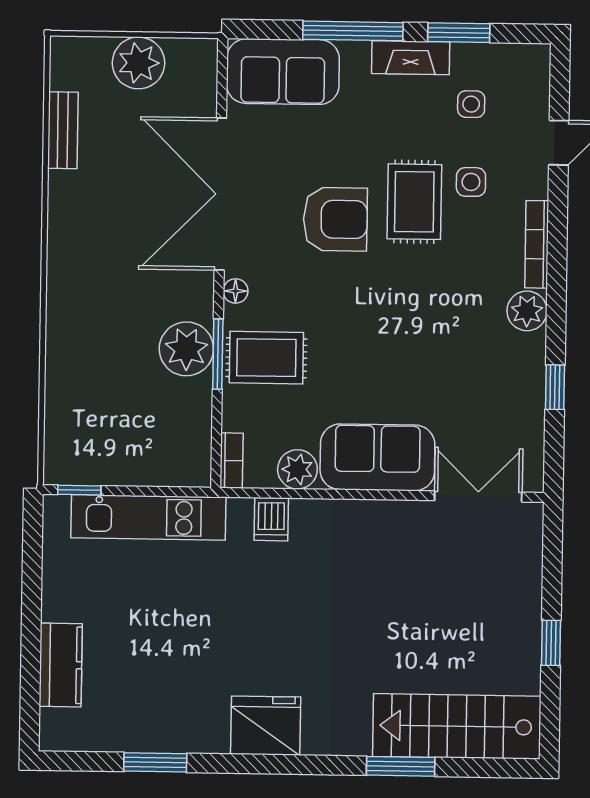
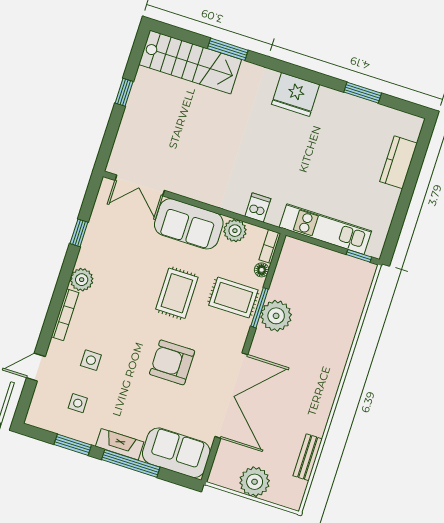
fireplace: (411, 58) -> (120, 444), moved
rug: (414, 202) -> (177, 293), moved
floor lamp: (236, 291) -> (262, 270), moved

